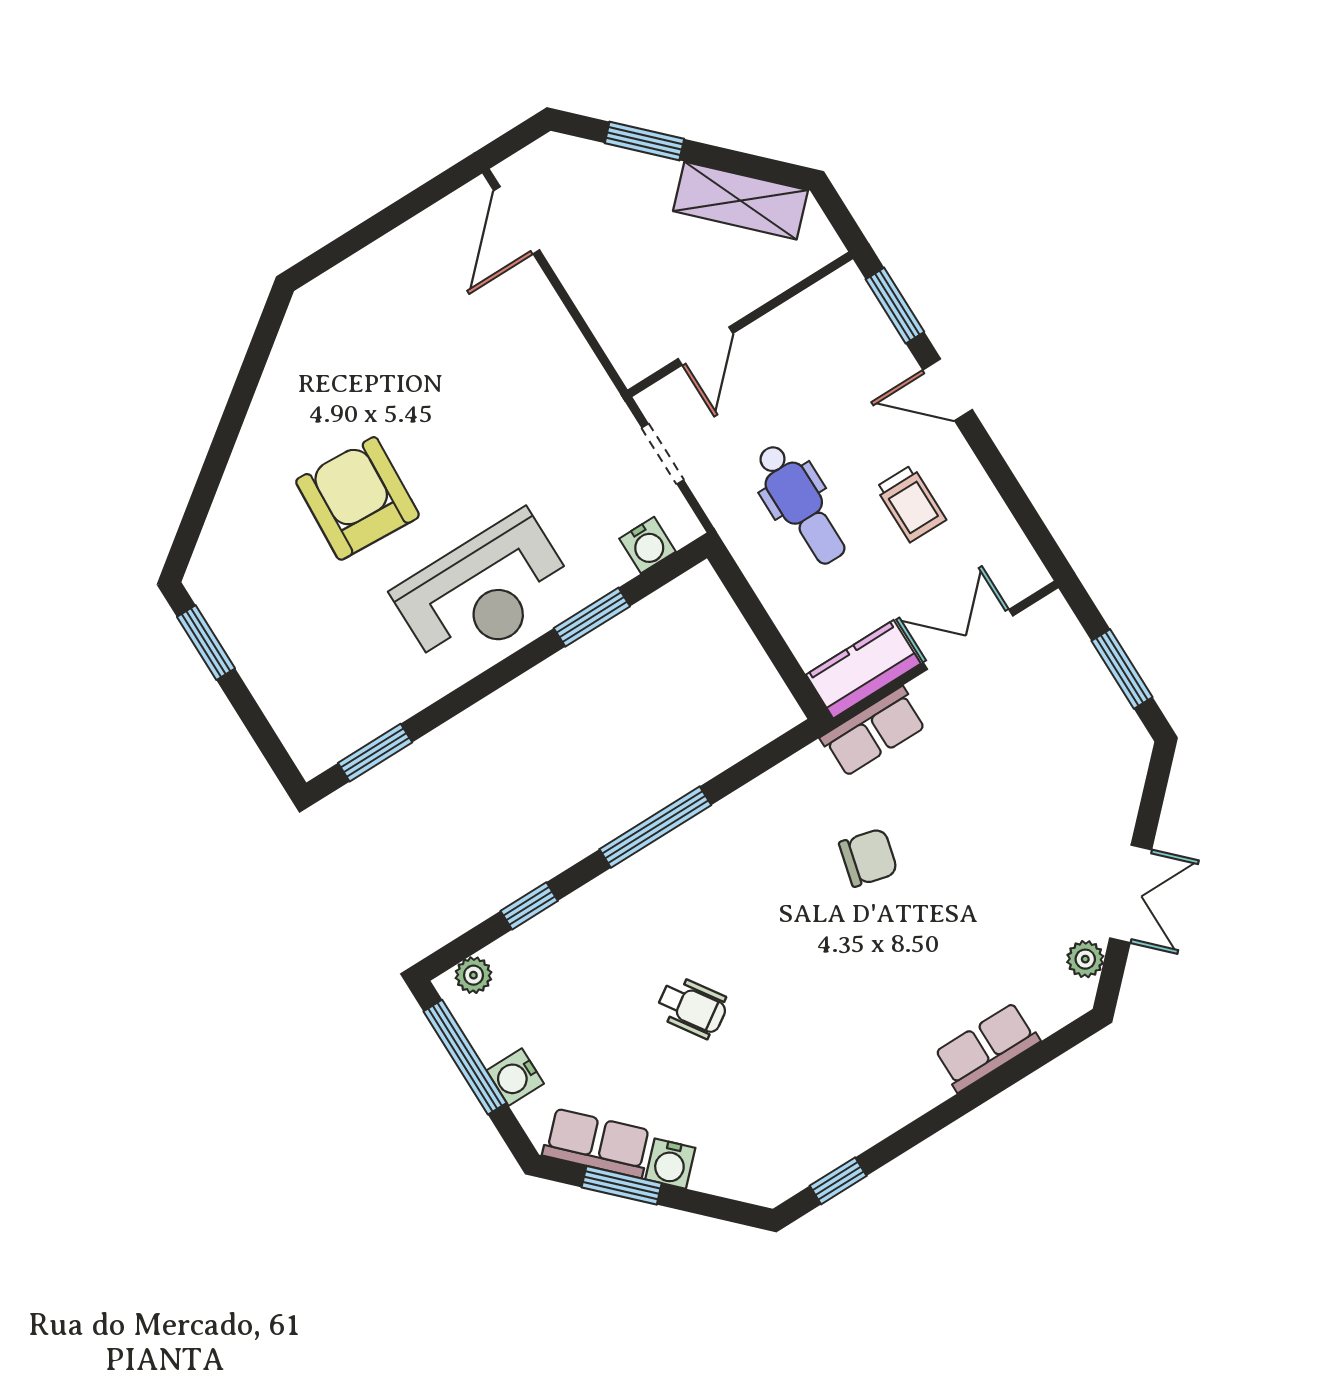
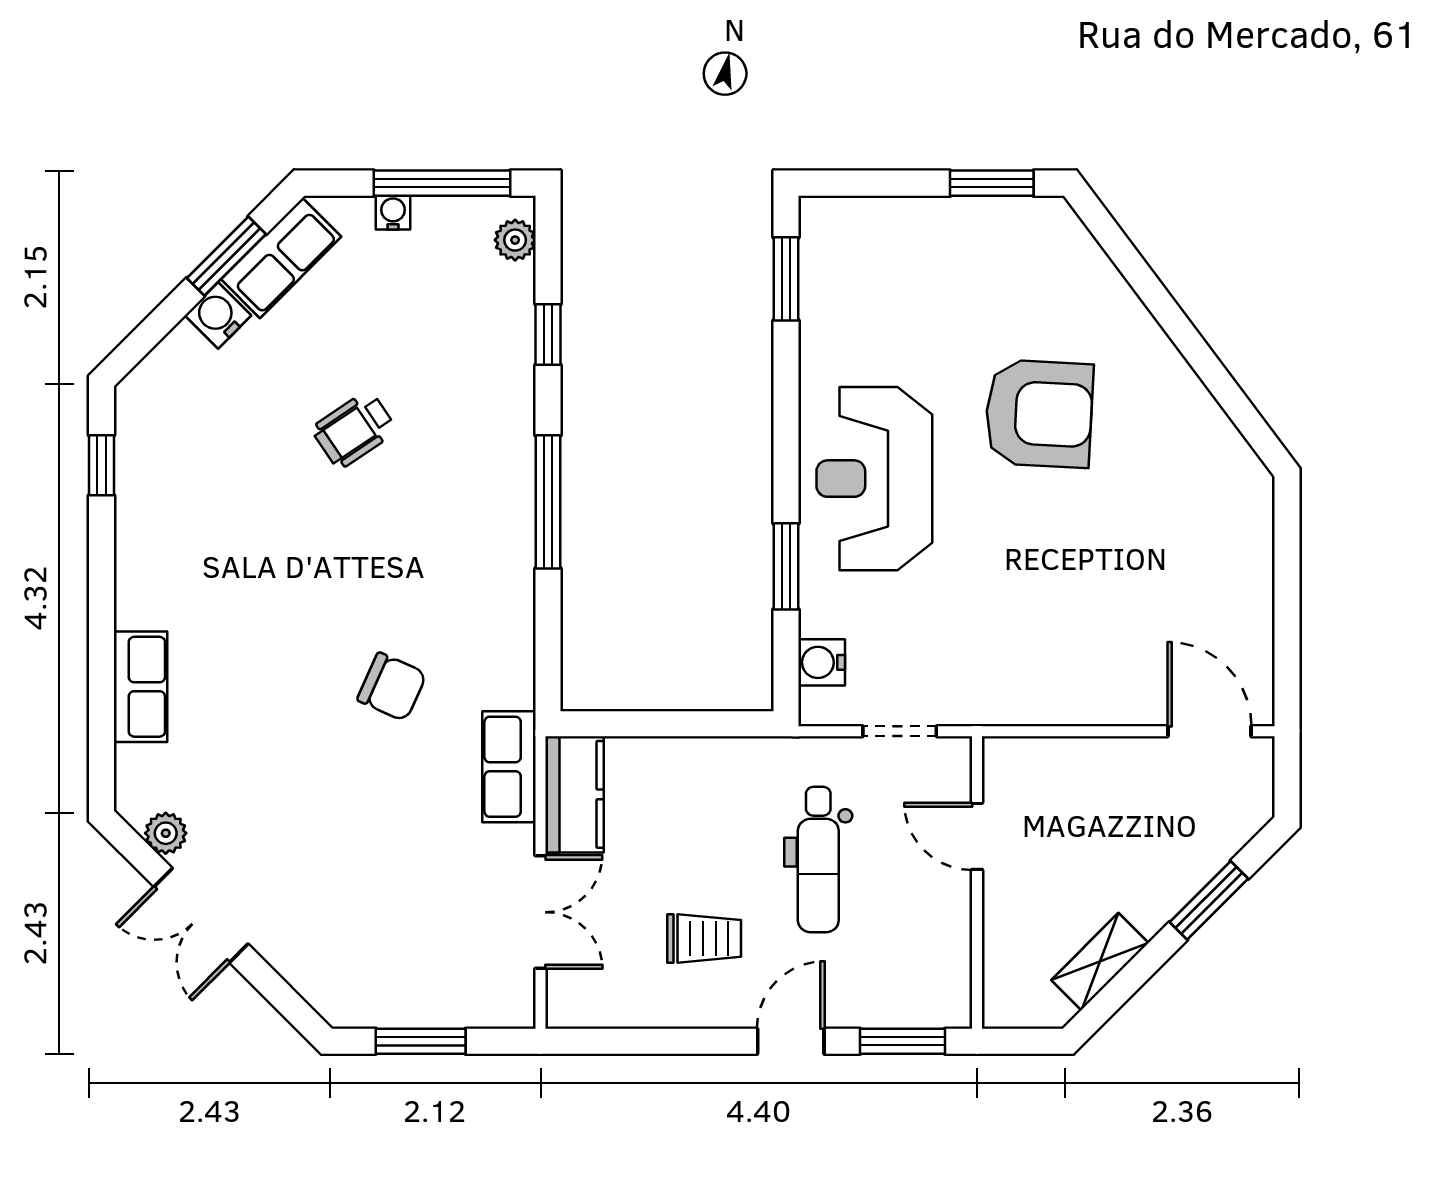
shelving: (740, 201) -> (1100, 962), width x0.67, depth x0.75
dental chair: (801, 504) -> (818, 859), moved, turned -90
trolley: (911, 504) -> (704, 938), turned 180
chair: (868, 858) -> (392, 687), turned -80
water cooler: (515, 1077) -> (393, 213), width x0.72, depth x0.72

